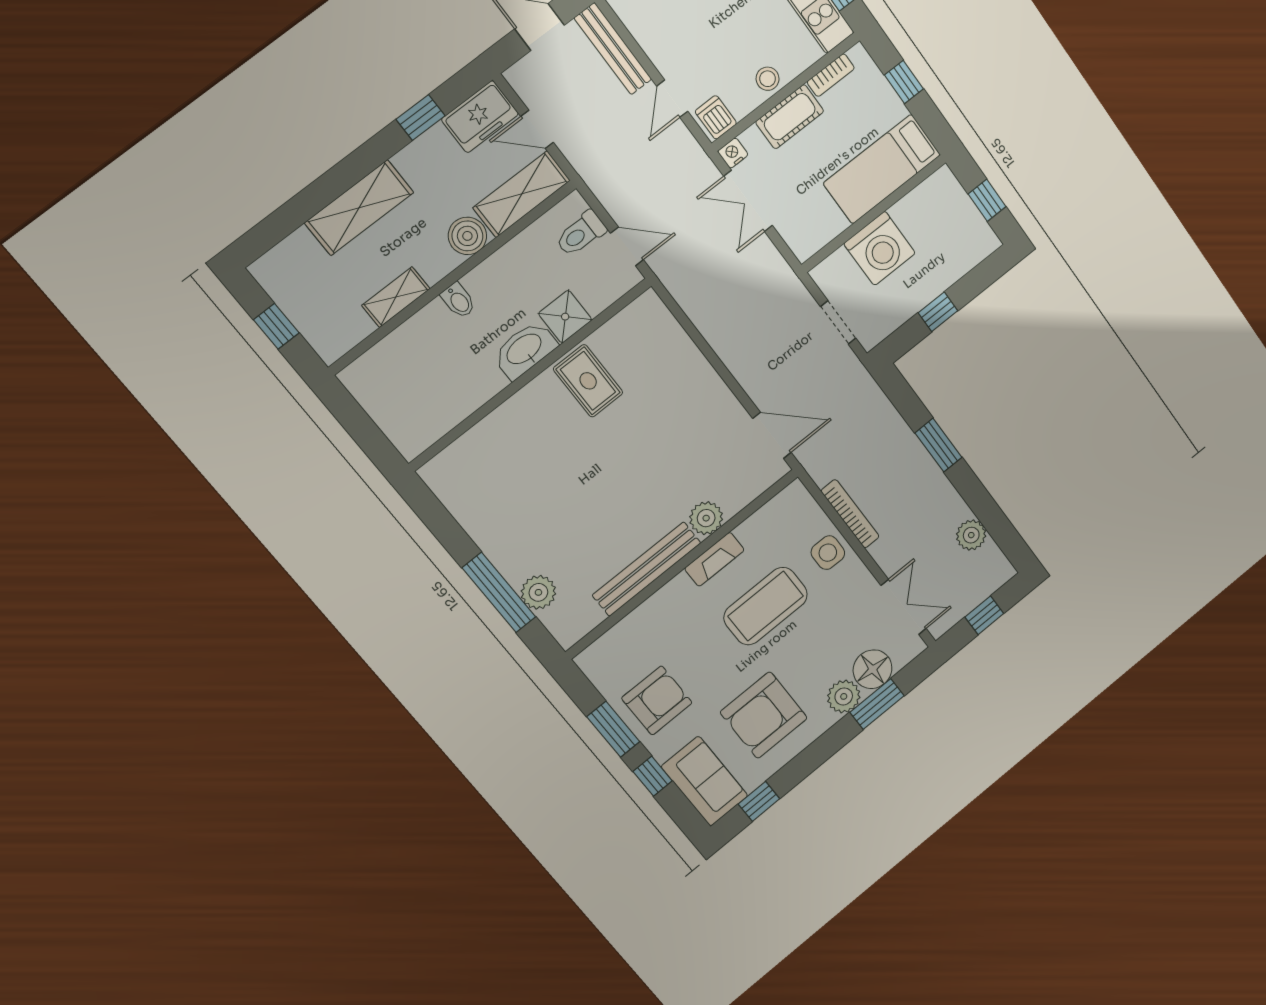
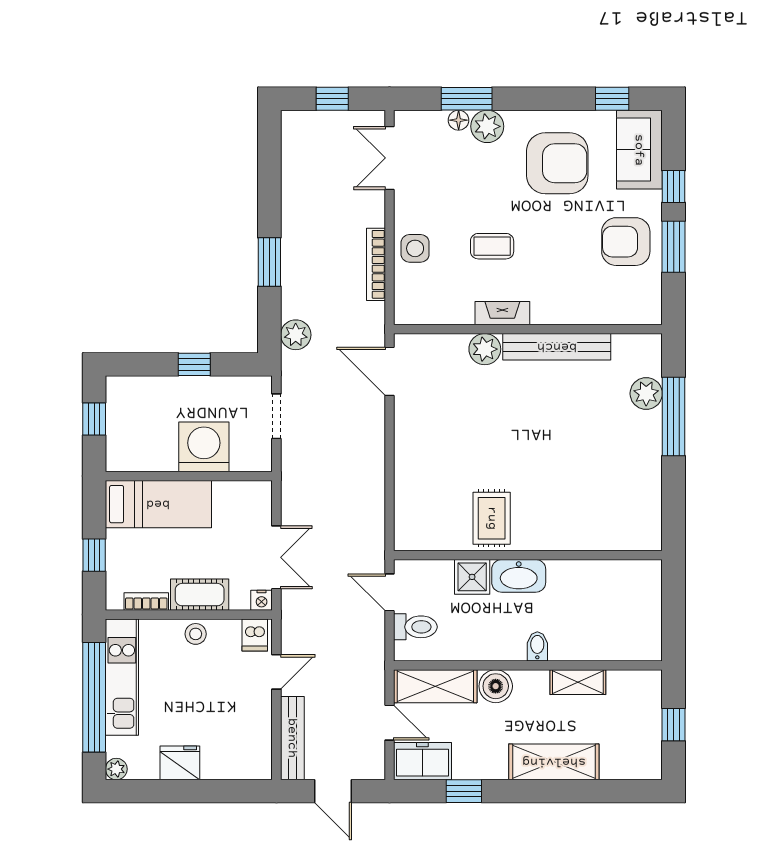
plant: (971, 535) -> (296, 335), moved
coffee table: (766, 606) -> (492, 246), width x0.54, depth x0.58
floor lamp: (873, 669) -> (459, 120), width x0.53, depth x0.53

